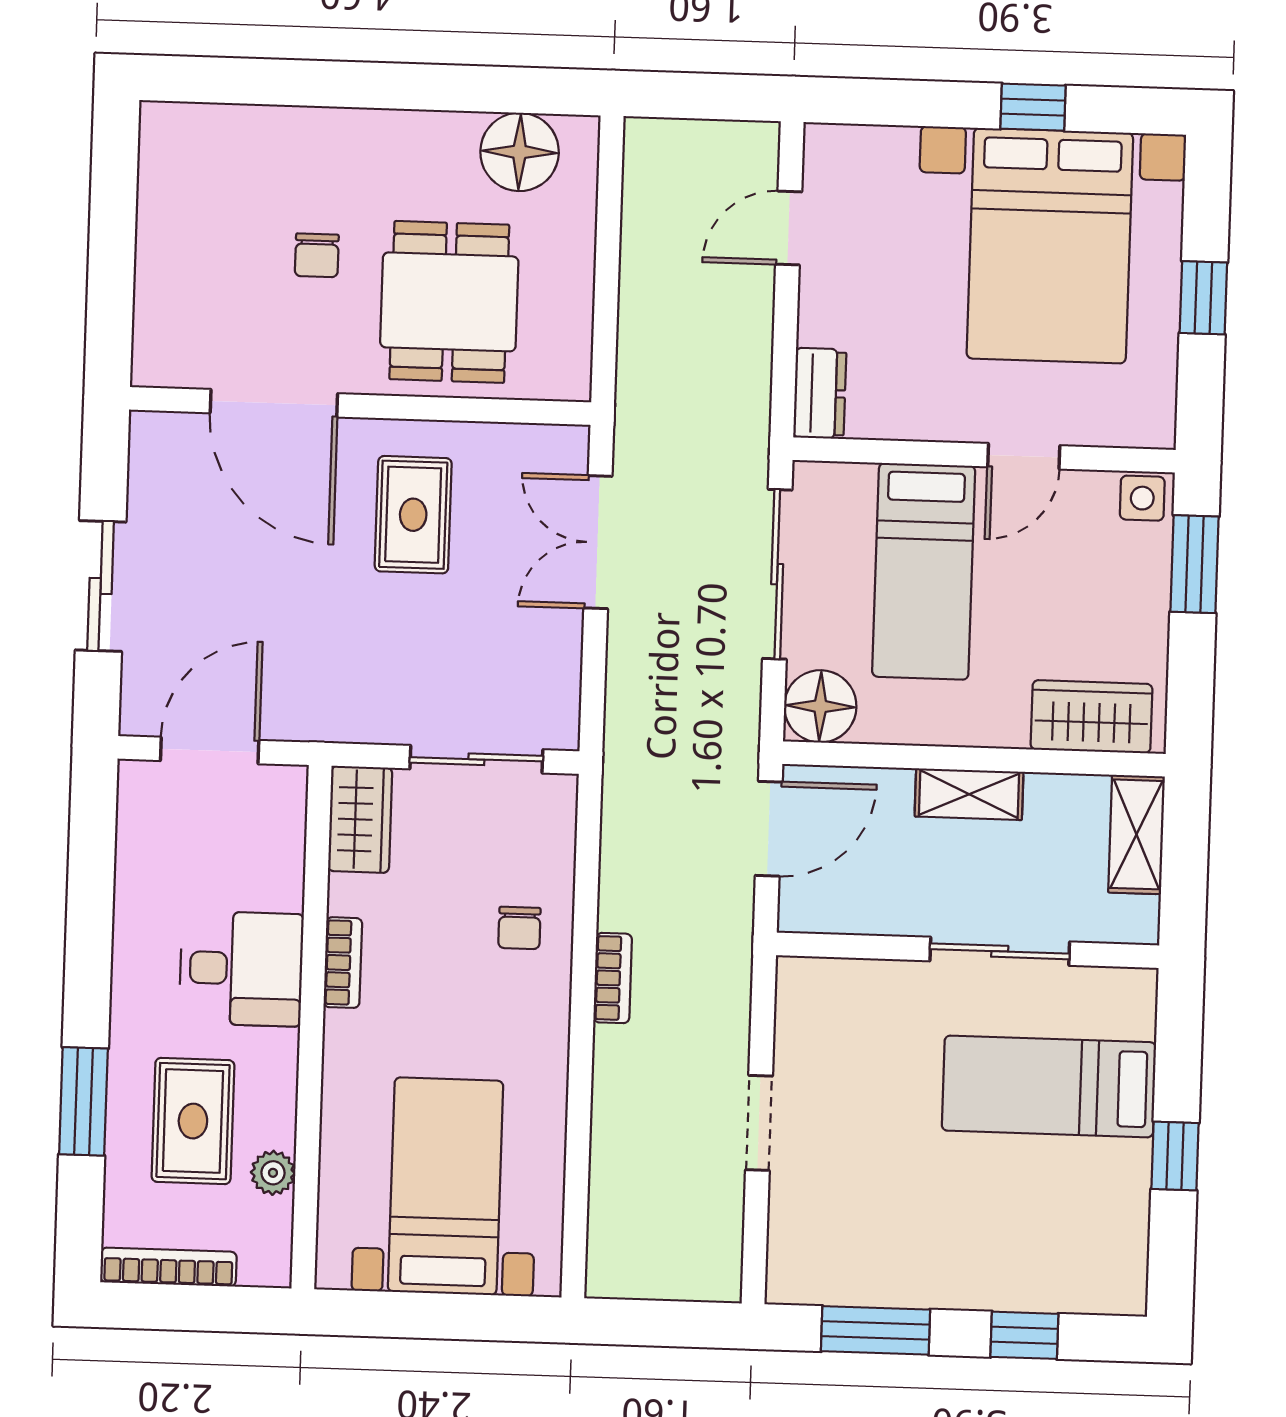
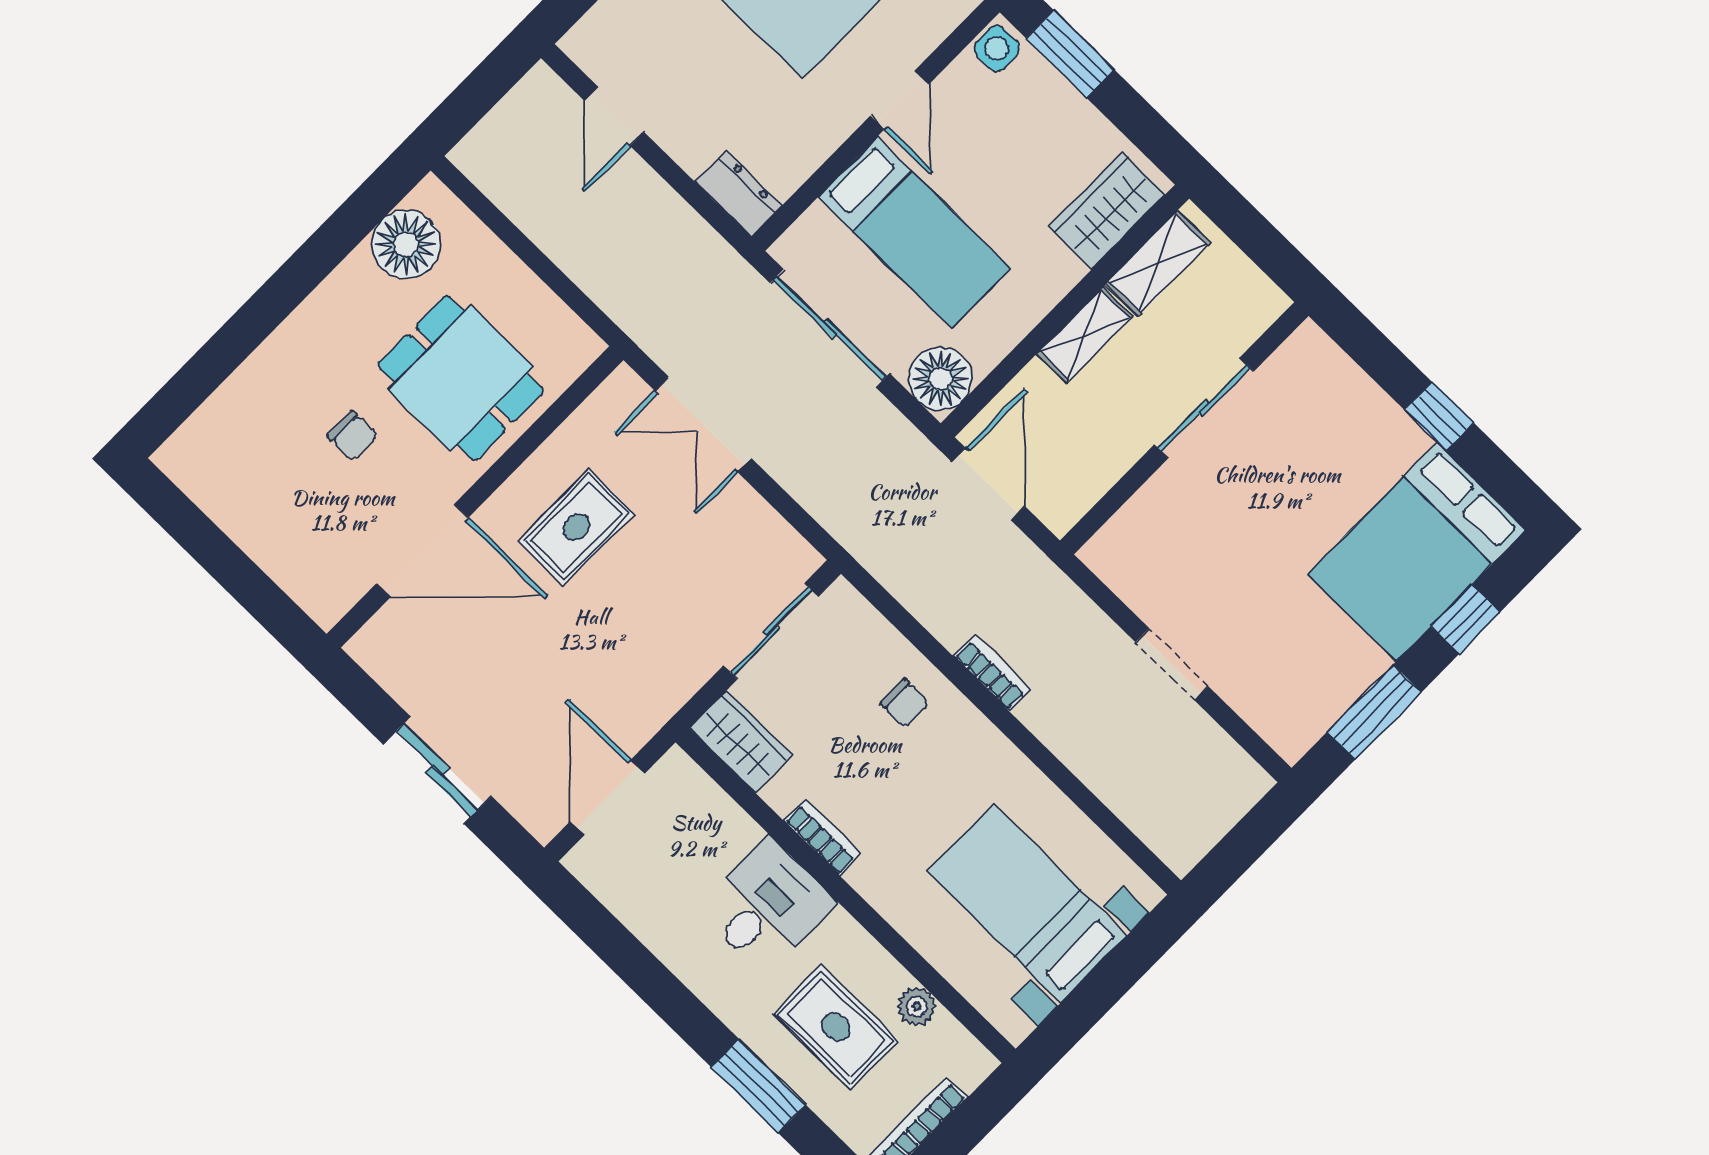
rug: (413, 515) -> (576, 527), turned 90
shelving: (1137, 834) -> (1158, 263), moved, turned 90
bed: (1049, 1086) -> (1417, 552), moved, width x1.50

